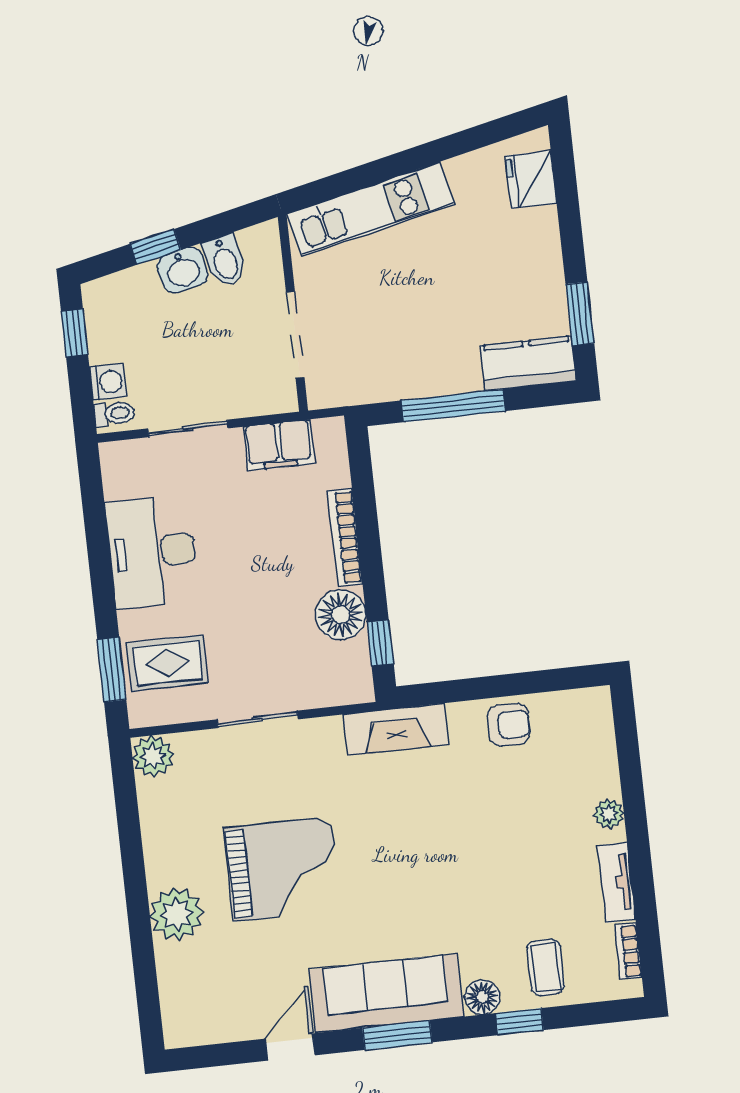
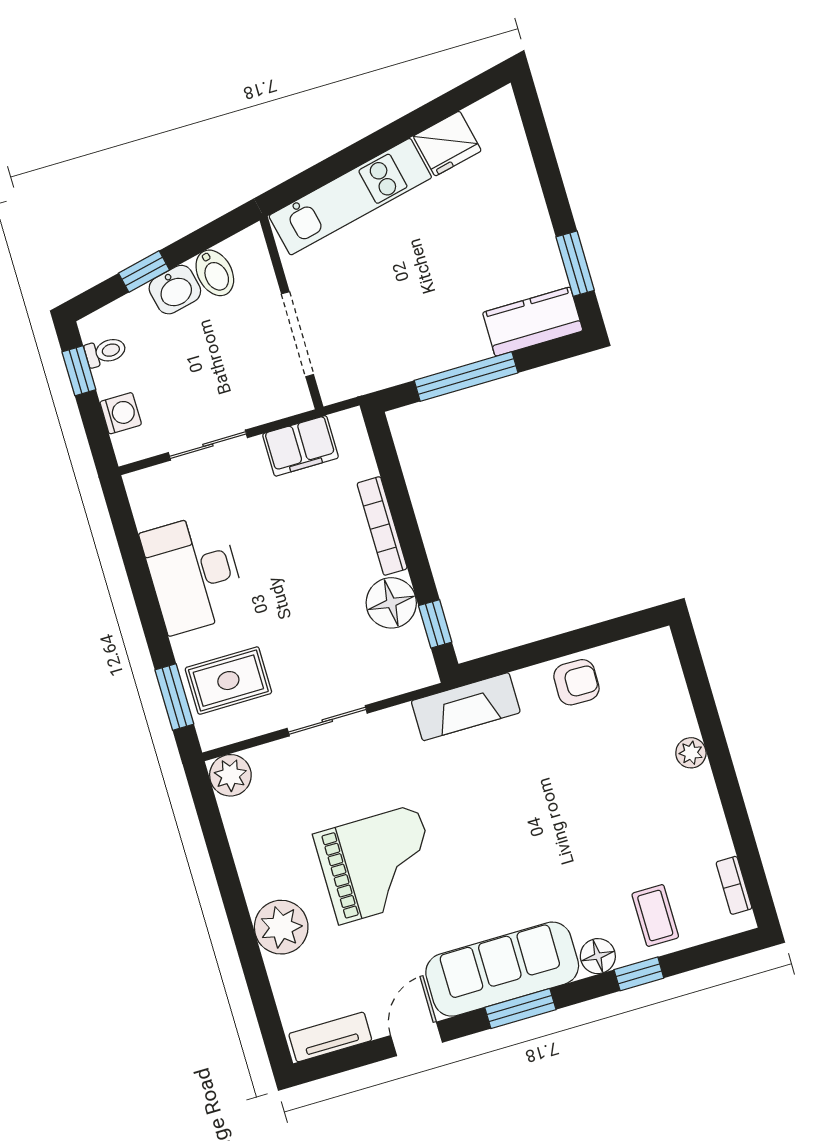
fridge: (531, 180) -> (447, 144), moved, turned -103
toilet: (114, 413) -> (106, 352), moved
tv unit: (617, 883) -> (330, 1037), moved, turned 90

